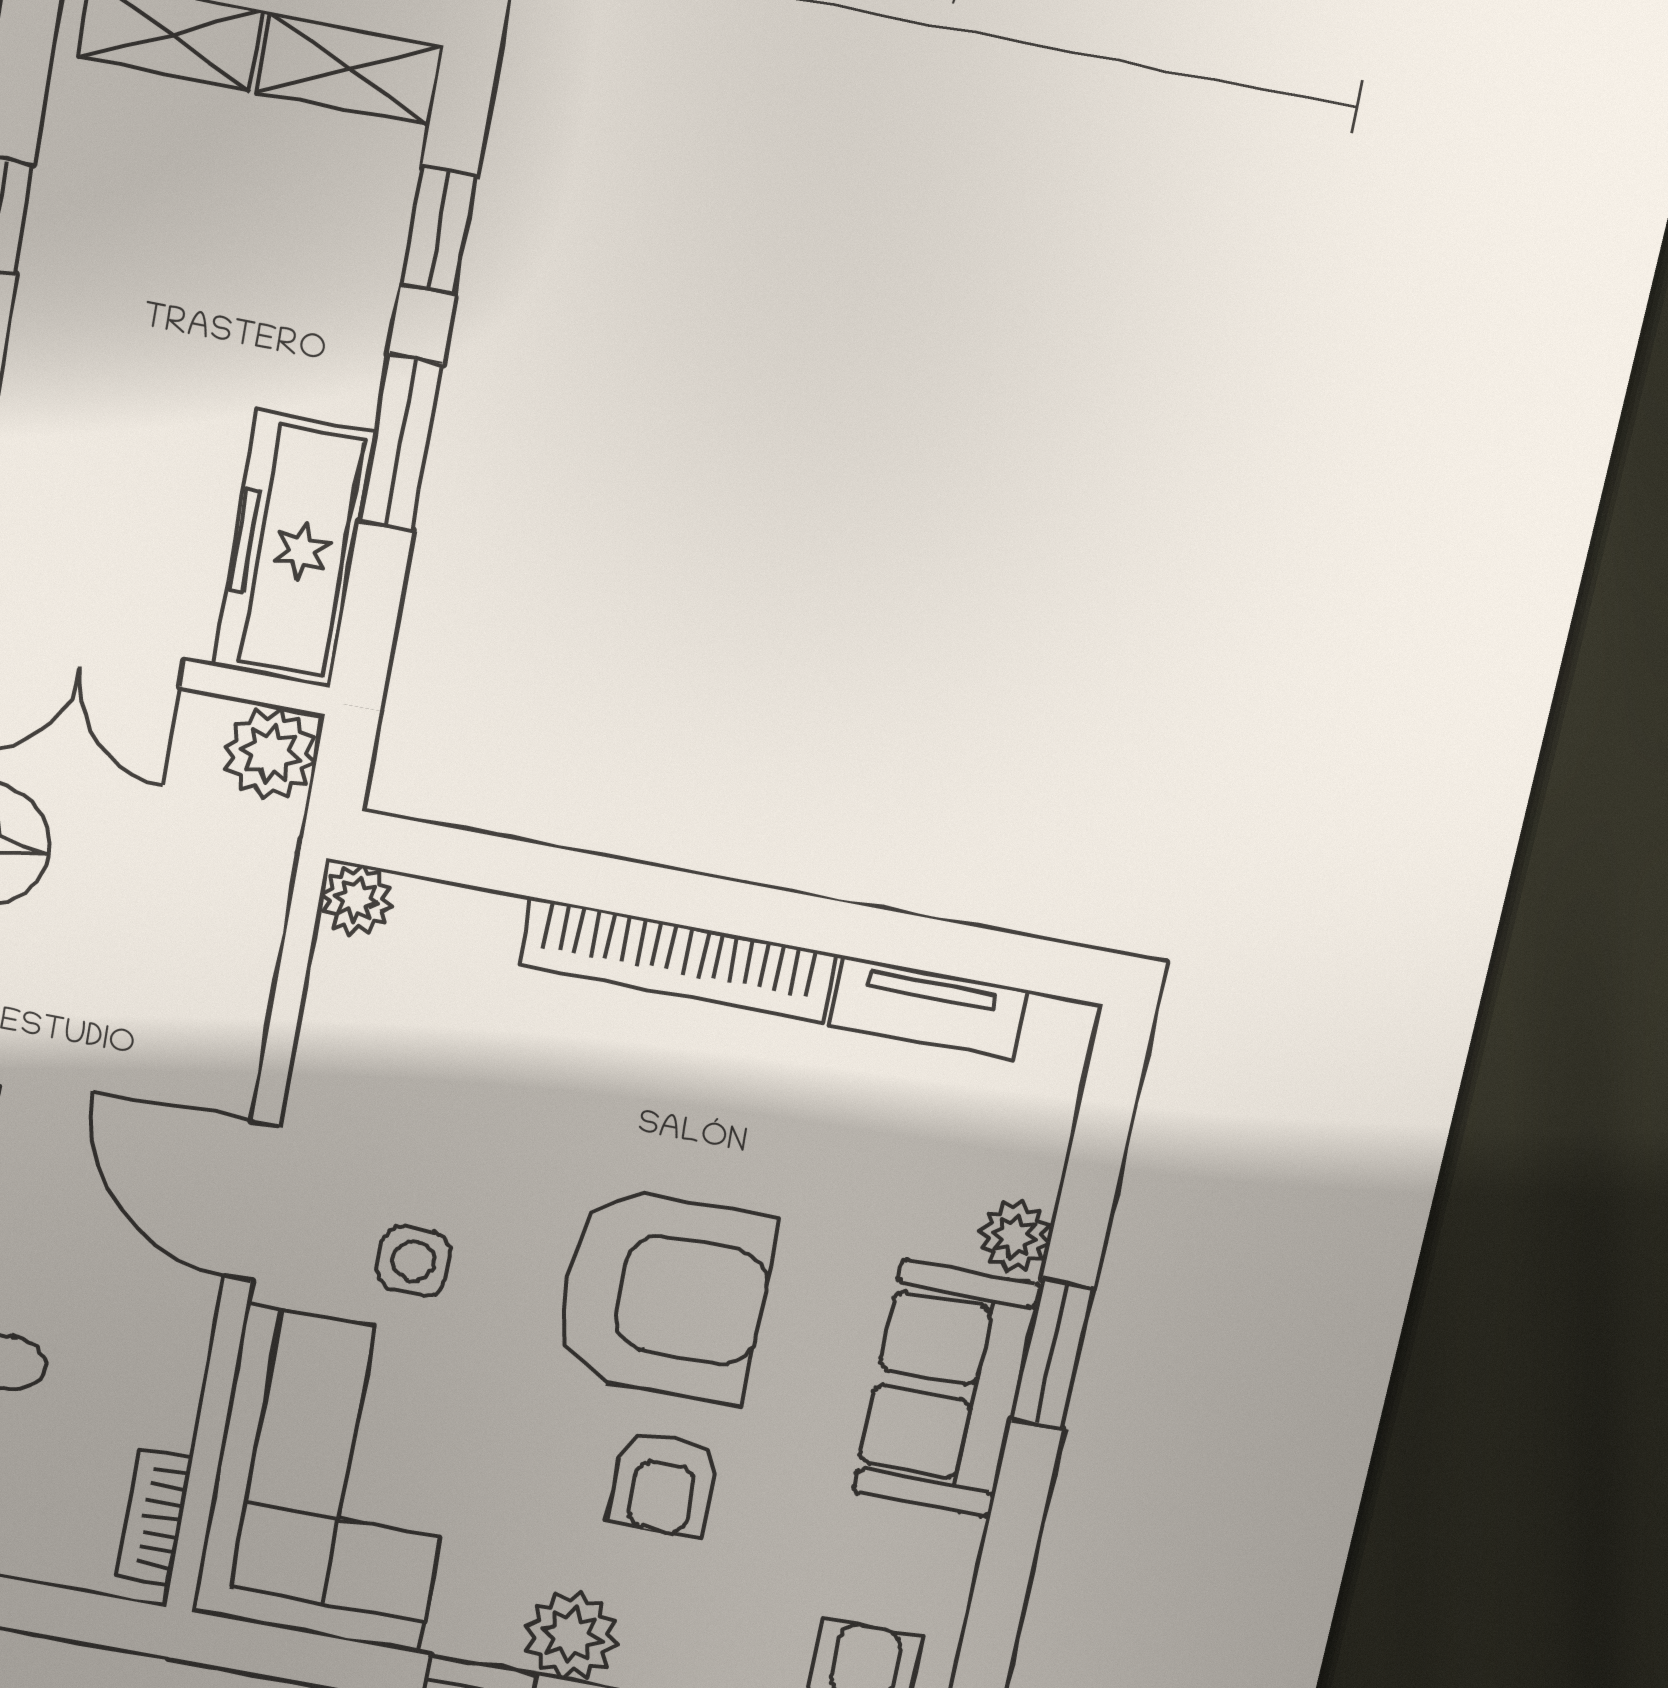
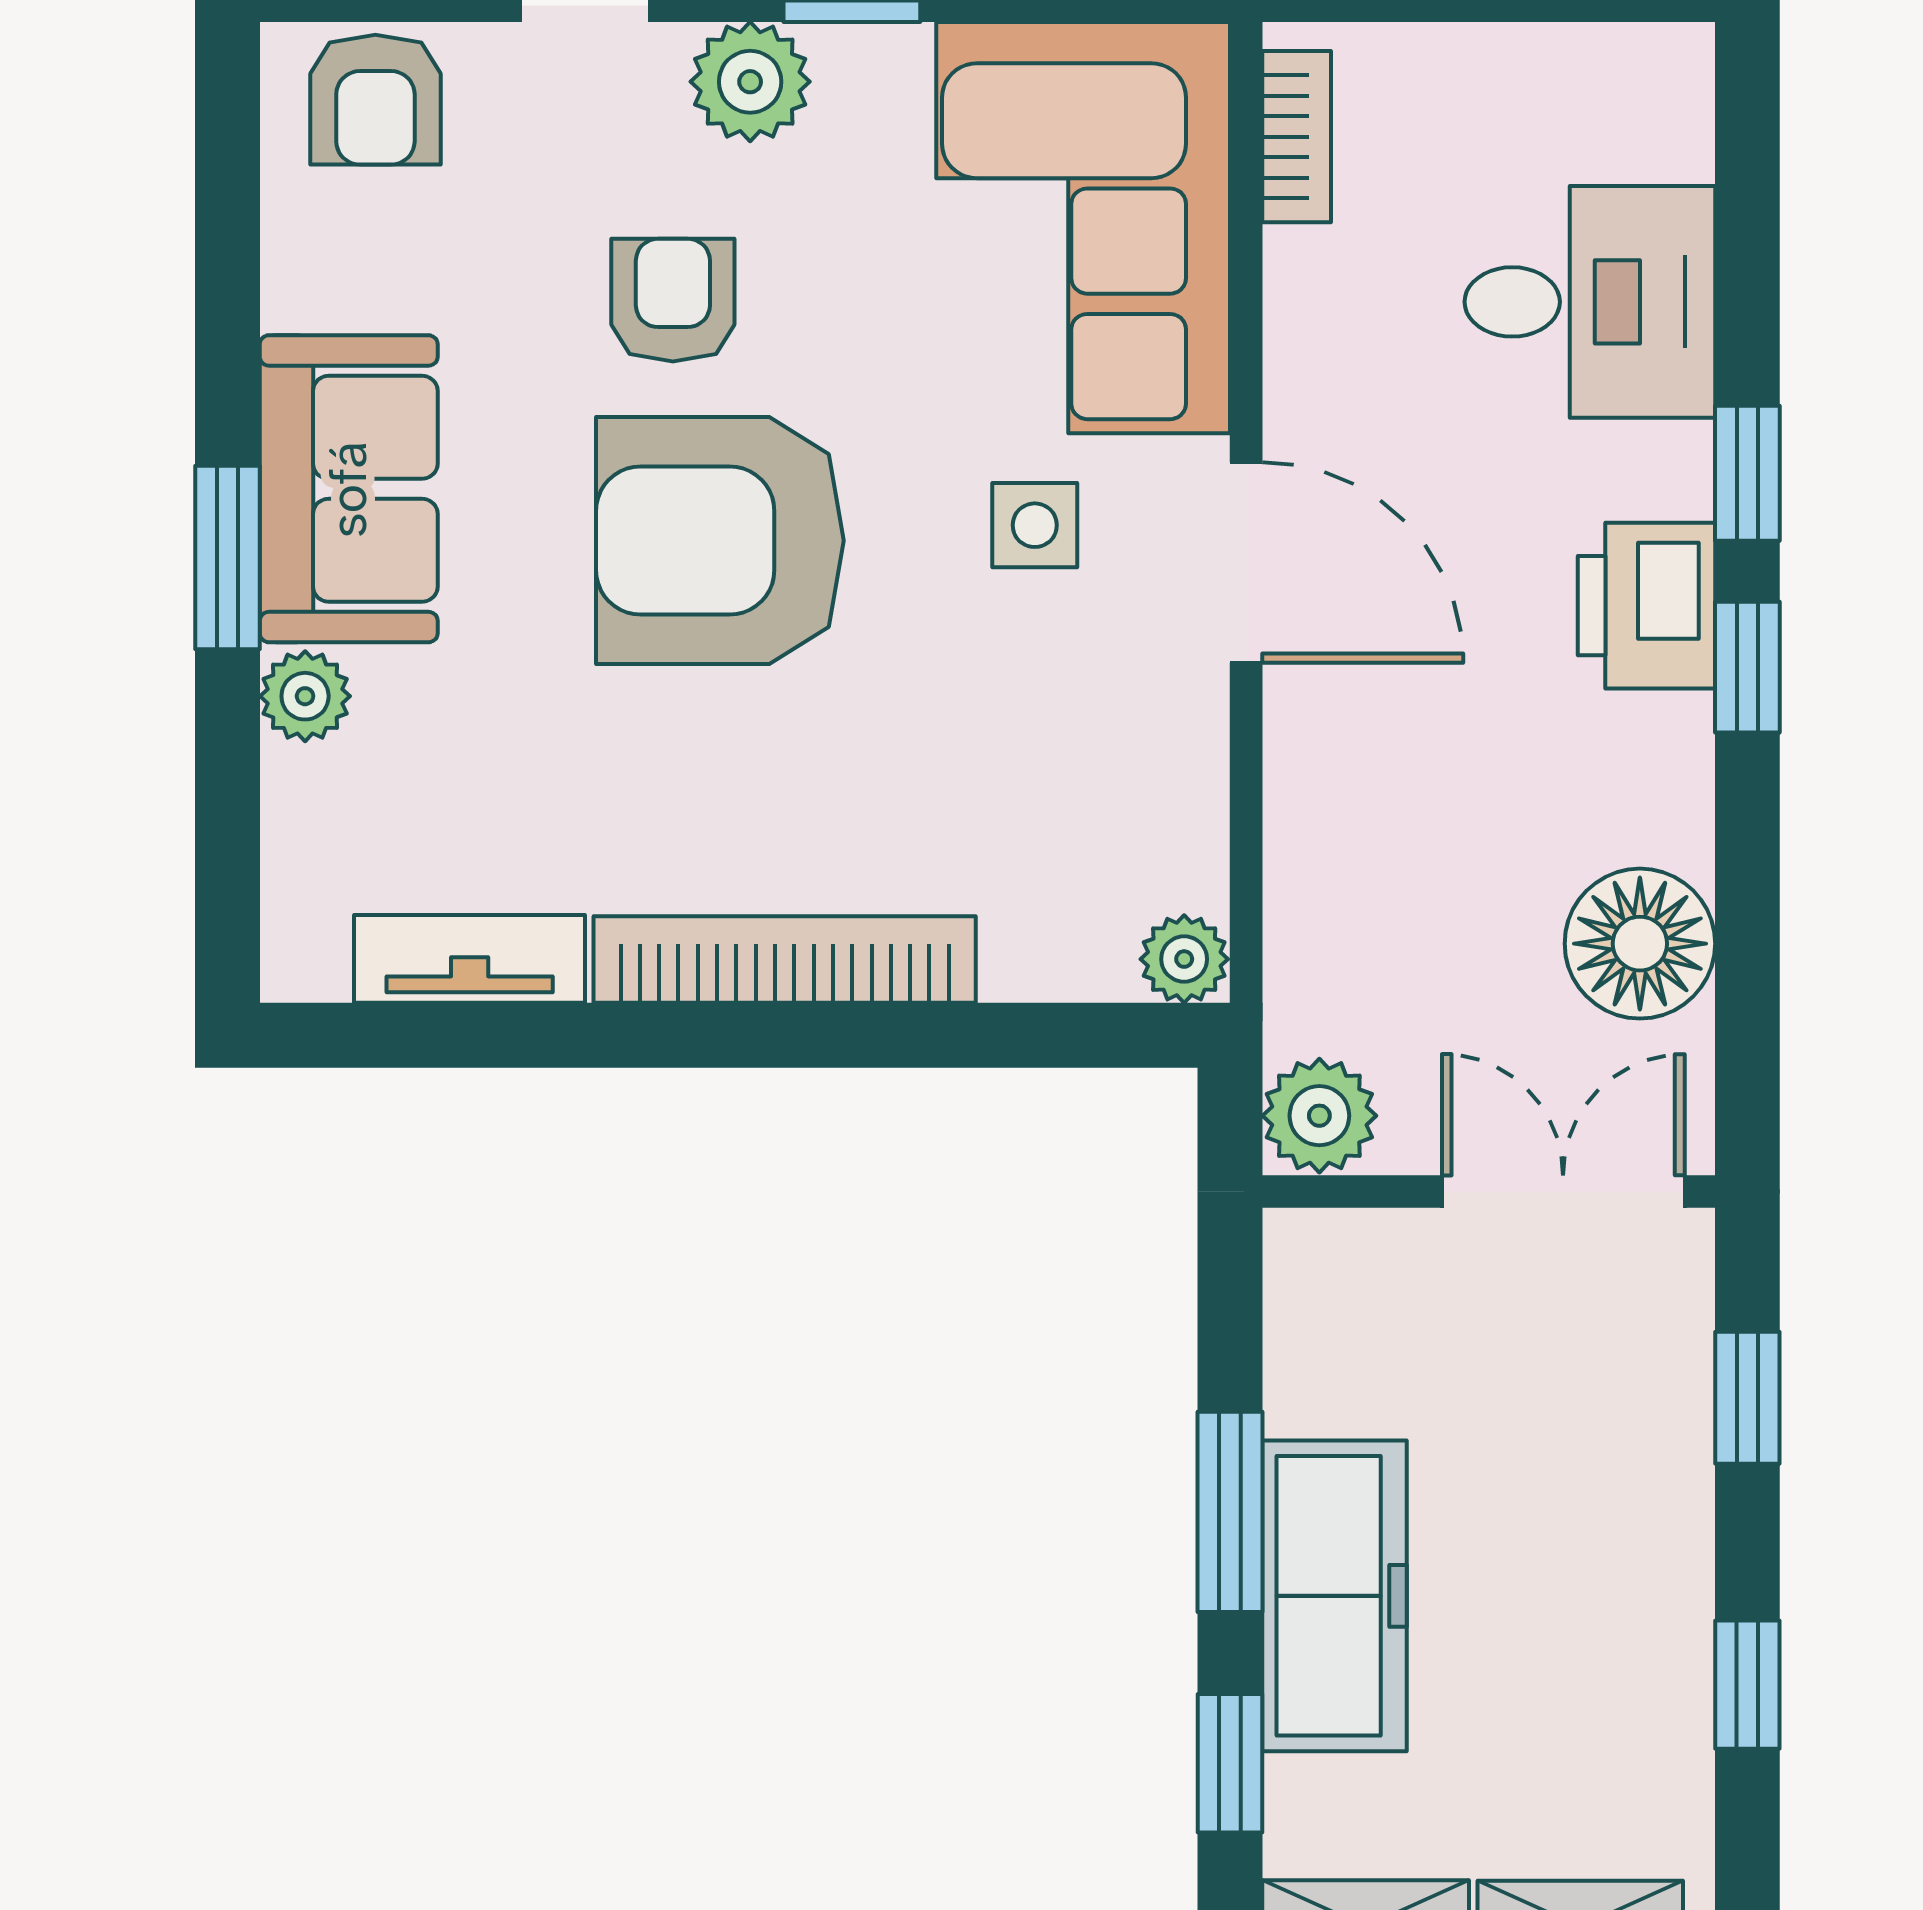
freezer: (293, 550) -> (1334, 1596), moved

